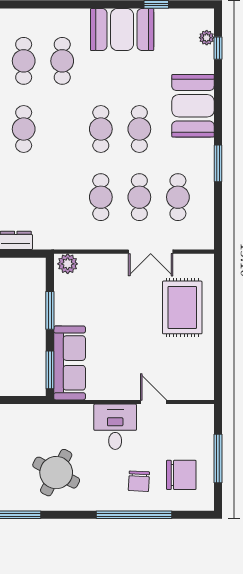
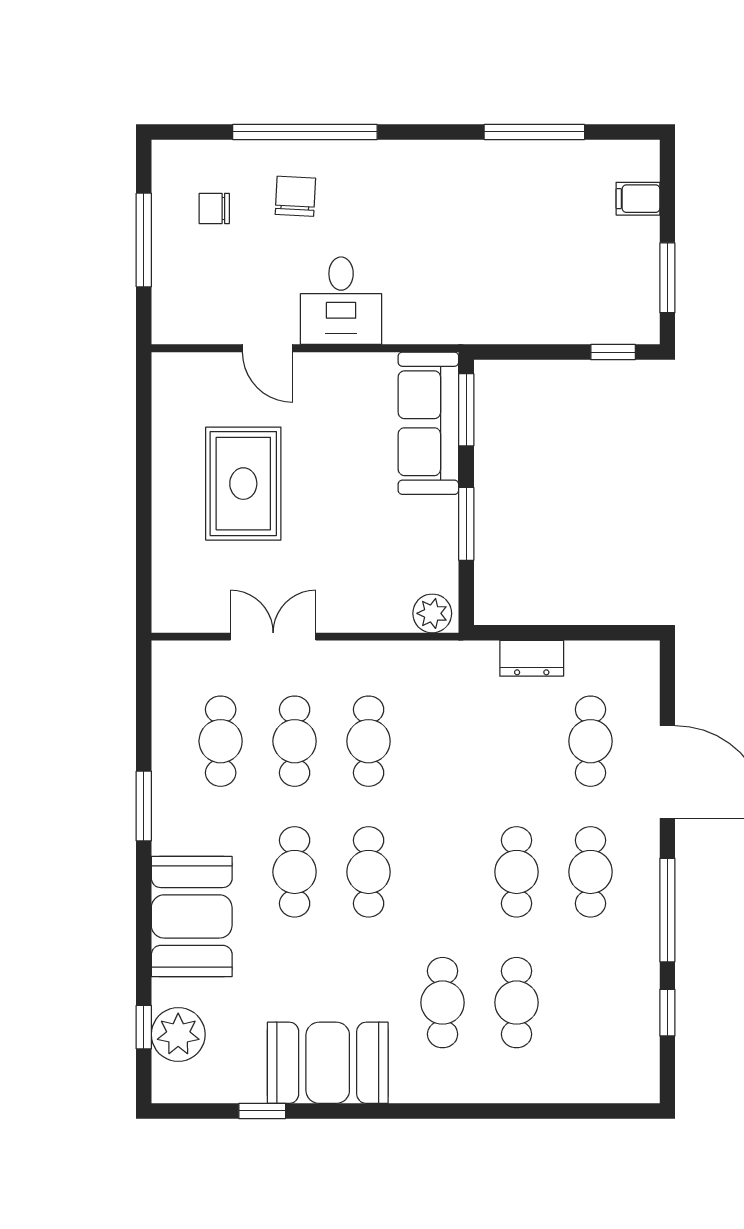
plant: (207, 38) -> (178, 1034), width x1.87, depth x1.87
rug: (182, 307) -> (243, 484), moved
round table: (56, 473) -> (454, 213), removed
chair: (181, 475) -> (214, 208), width x0.54, depth x0.54

